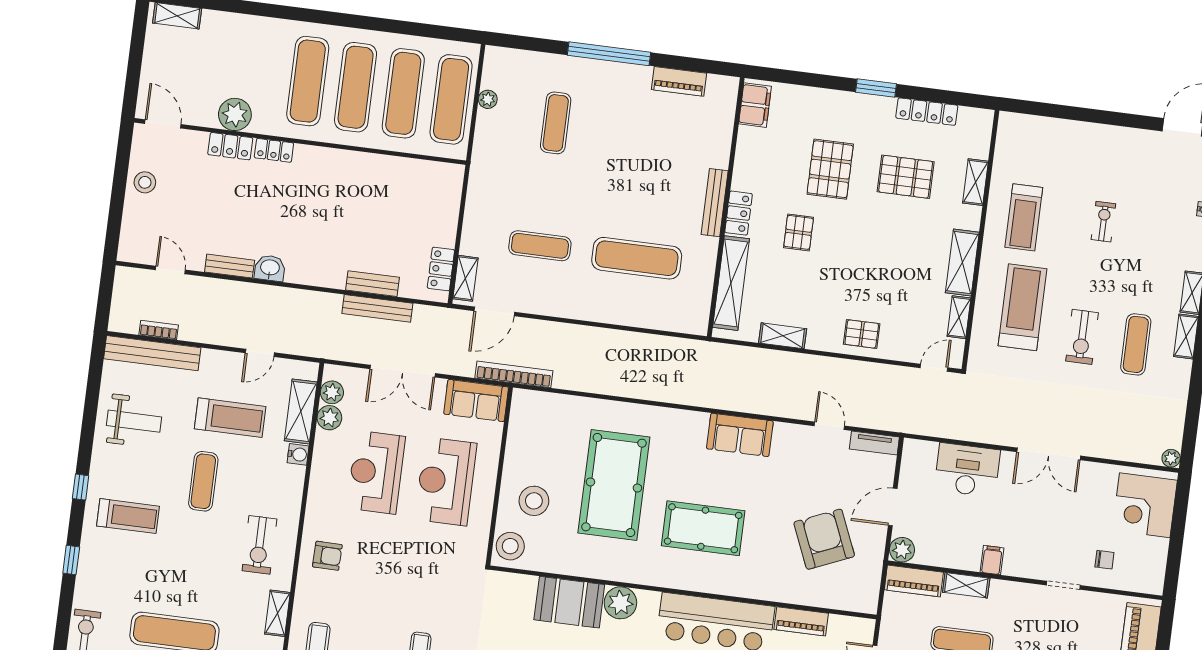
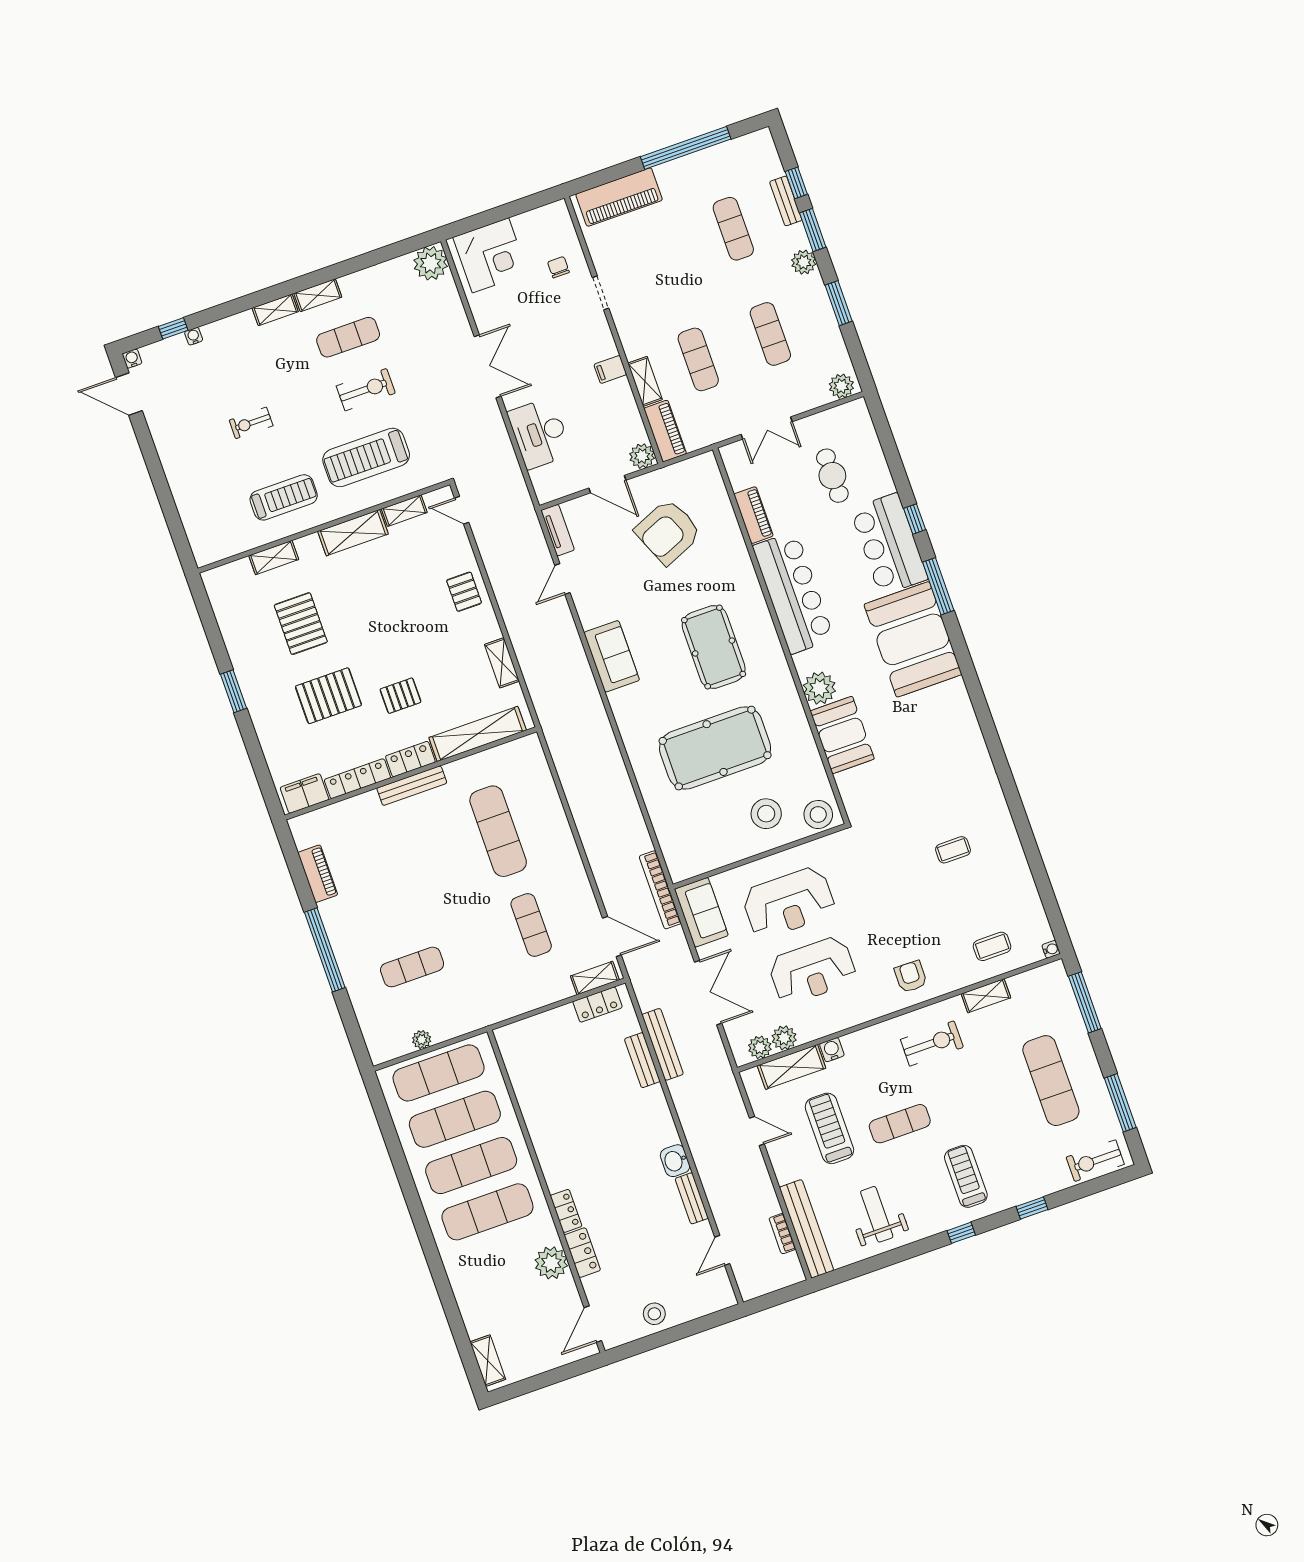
locker: (927, 112) -> (357, 779), moved, turned -90
plant: (1171, 458) -> (431, 263), width x1.88, depth x1.88

